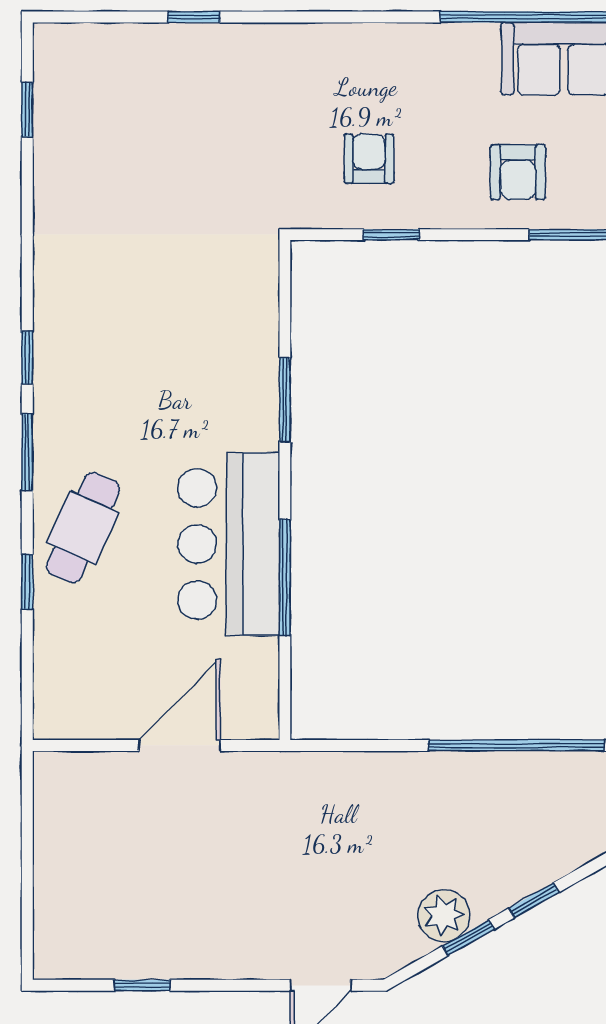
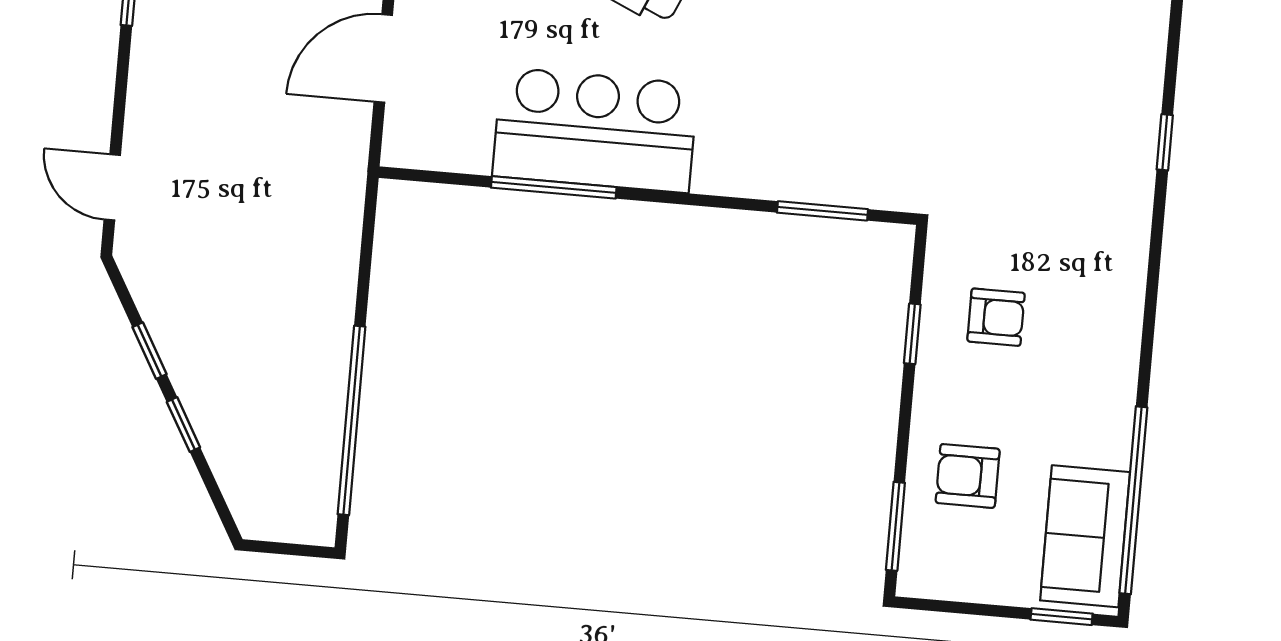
window: (285, 400) -> (823, 211), moved
door: (180, 745) -> (383, 58), swing flipped
plant: (444, 916) -> (175, 326), removed

